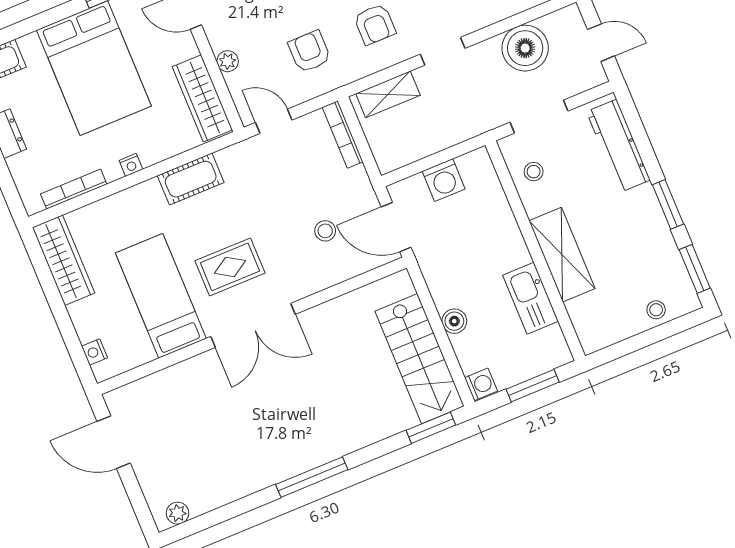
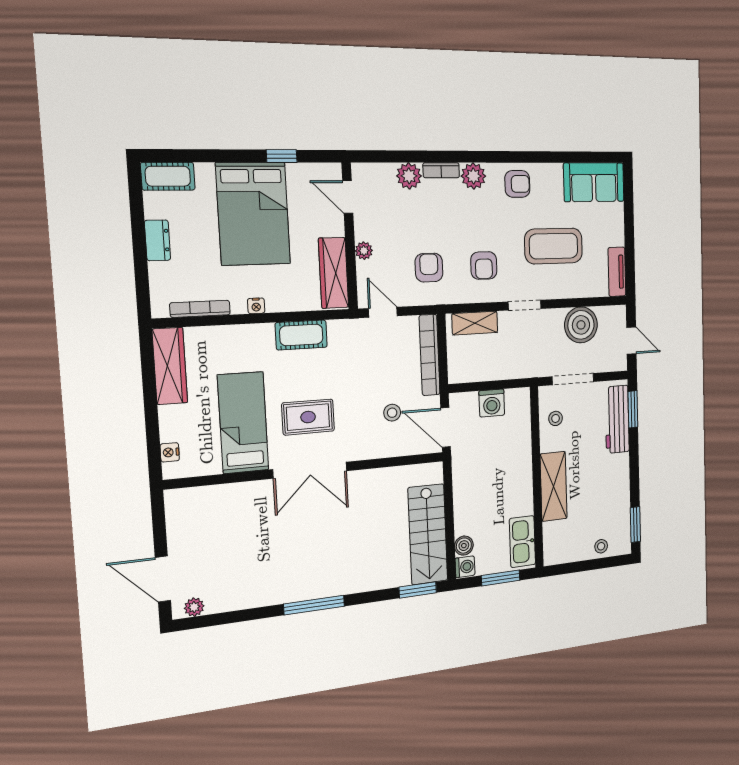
bookcase: (343, 135) -> (430, 355), width x1.48, depth x1.31
window: (668, 204) -> (633, 409), moved
kitchen sink: (531, 298) -> (522, 542), moved
boiler: (454, 321) -> (464, 546), moved
door: (114, 442) -> (163, 579), moved

